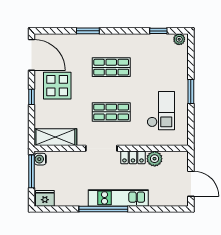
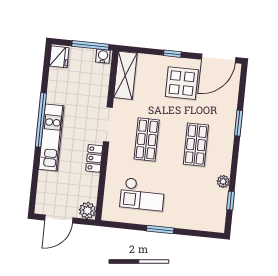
plant: (179, 39) -> (223, 181), moved
plant: (155, 159) -> (87, 210), moved

